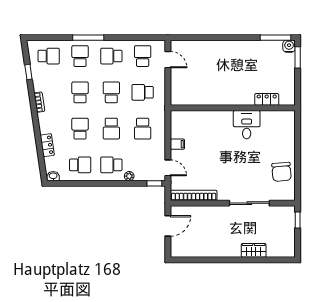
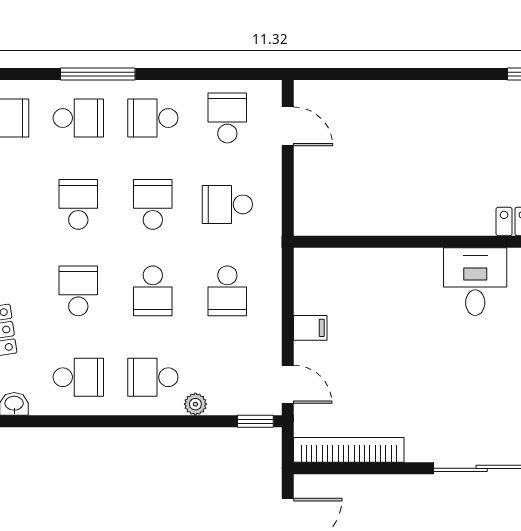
school desk: (80, 56) -> (78, 118), turned 90

